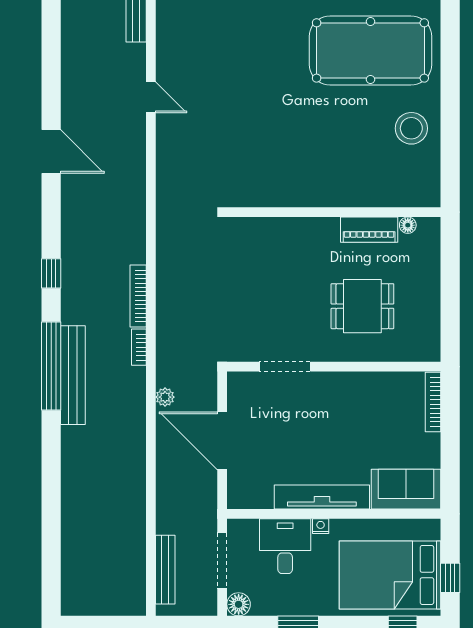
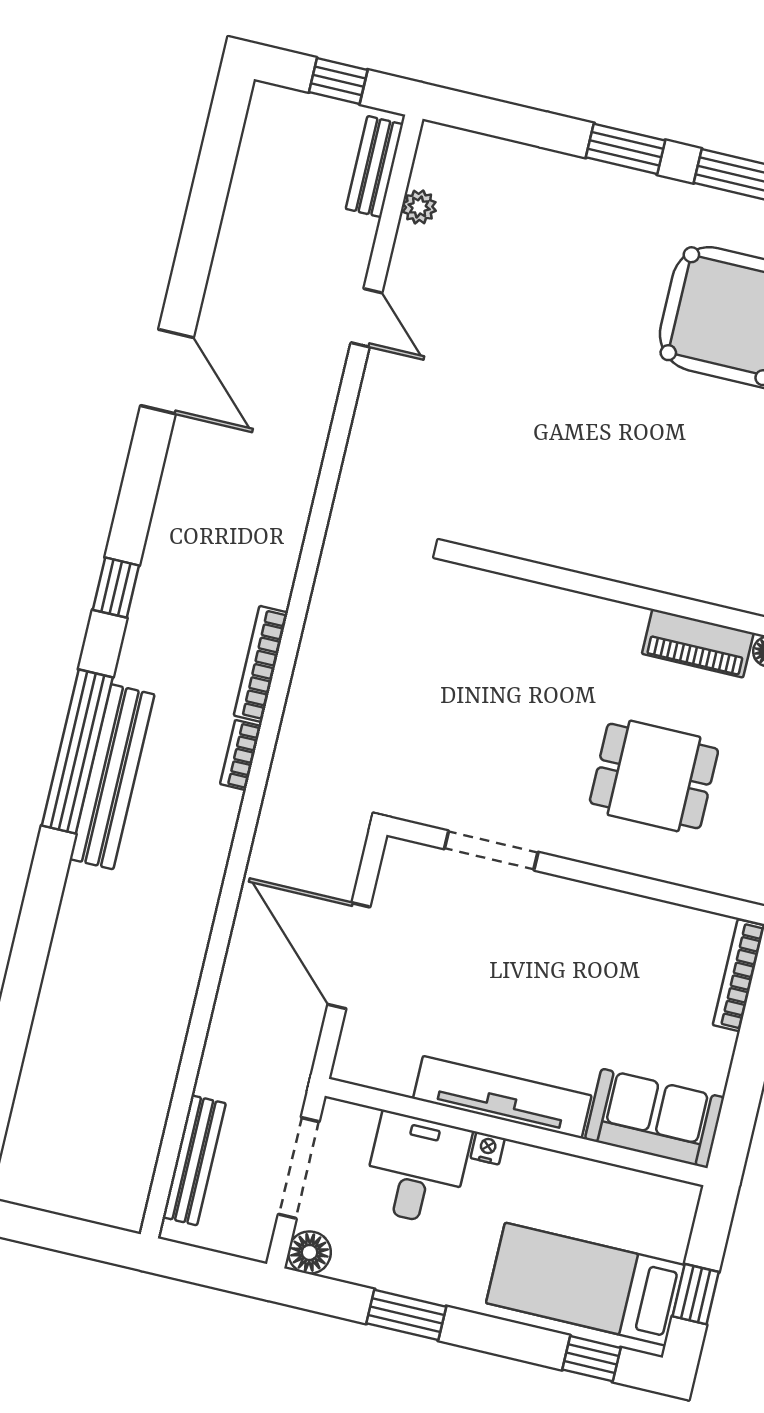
plant: (165, 397) -> (419, 207), moved
bed: (390, 575) -> (585, 1284), width x0.67

